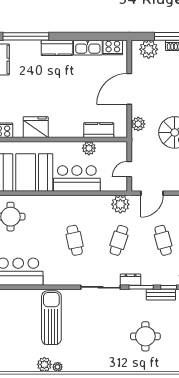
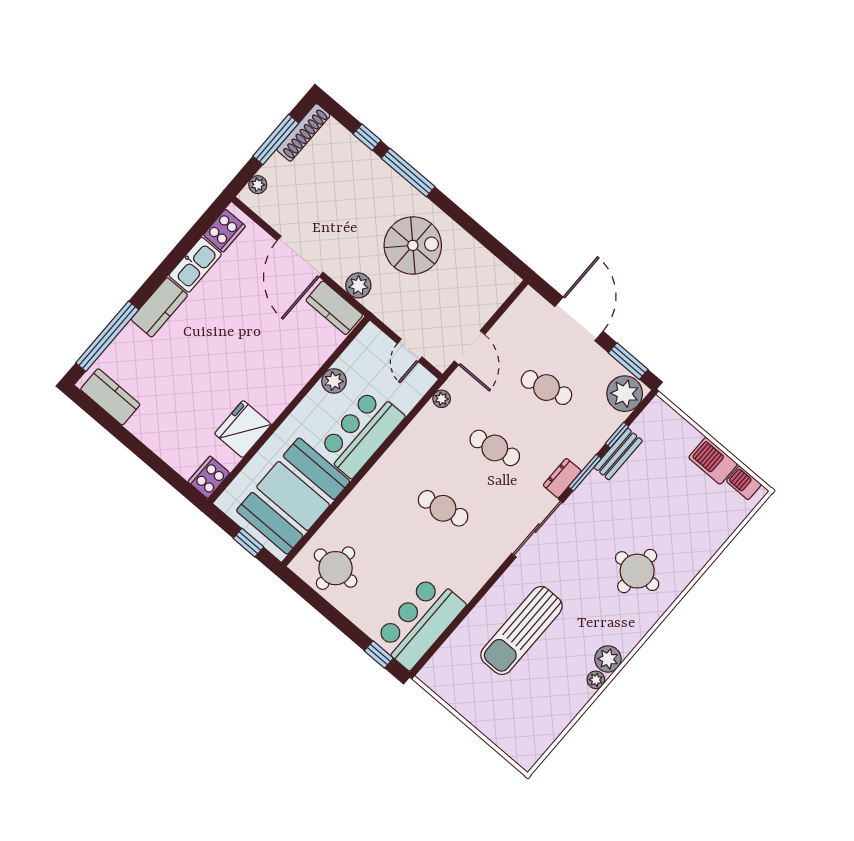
plant: (149, 49) -> (258, 185), width x0.53, depth x0.53
kitchen counter: (99, 130) -> (334, 308), moved, turned -90
plant: (120, 204) -> (442, 399), width x0.53, depth x0.53
cafe table: (119, 240) -> (495, 448), turned -30
sun lounger: (51, 318) -> (521, 631), turned -90
round table: (145, 336) -> (637, 571), moved
plant: (44, 364) -> (608, 659), moved

